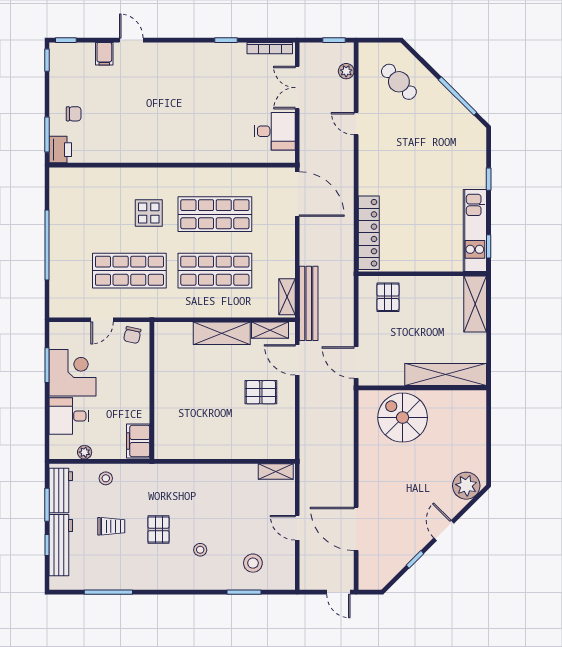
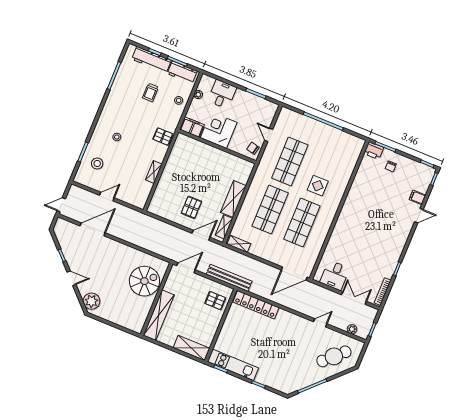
cafe table: (399, 82) -> (334, 356), width x1.37, depth x1.35
bench: (309, 303) -> (229, 278), moved
corner desk: (73, 373) -> (219, 130), moved, turned 180
shelving: (276, 471) -> (154, 172), moved
pallet: (159, 530) -> (163, 137), moved

